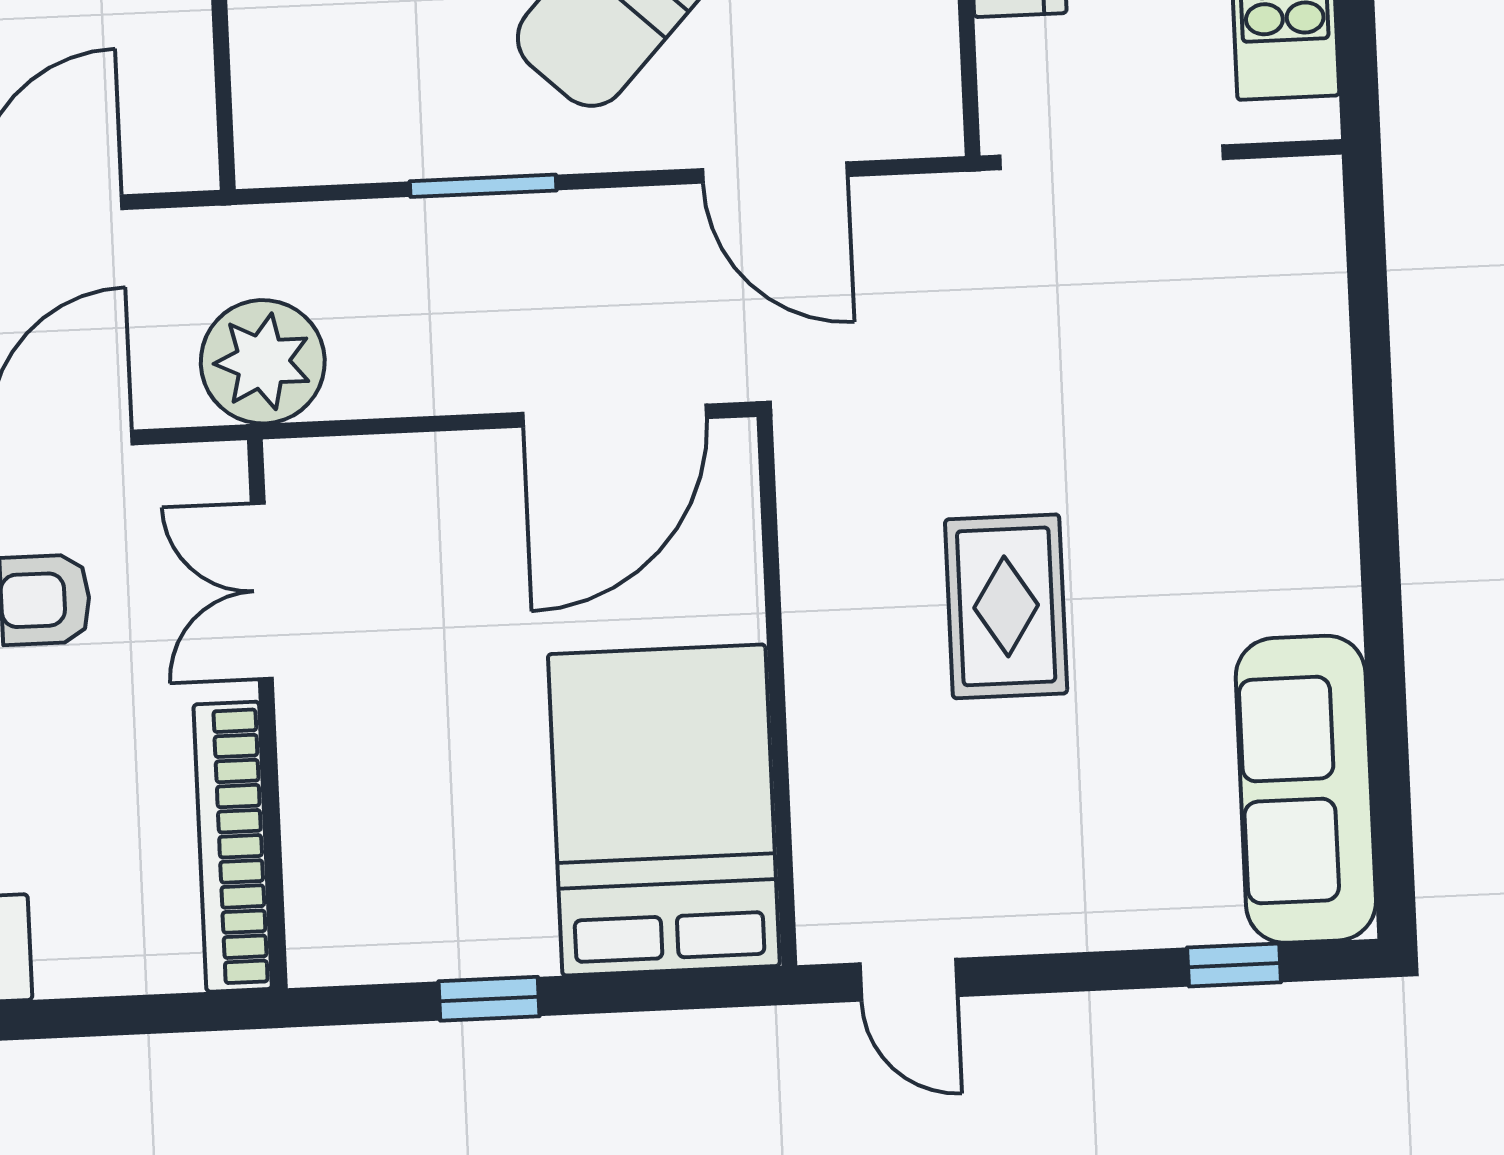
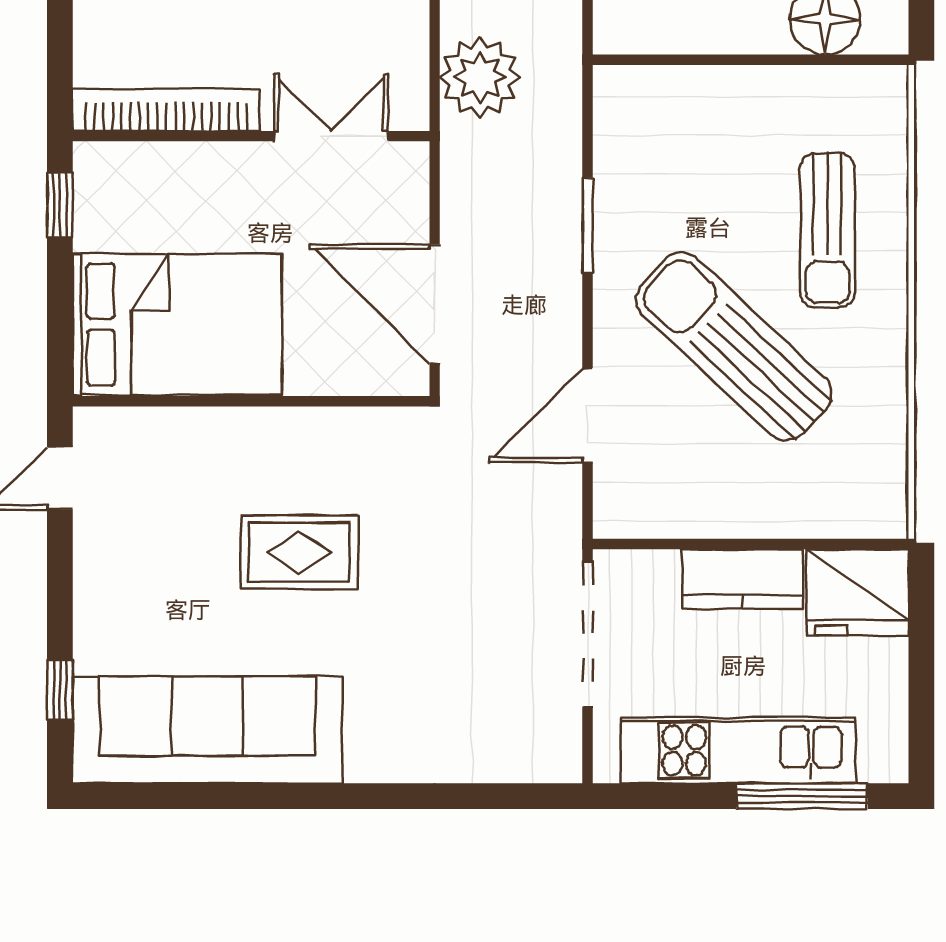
double door: (262, 591) -> (331, 136), moved
wall: (267, 714) -> (251, 136), moved
sofa: (1306, 789) -> (208, 730), width x1.36, depth x1.27
bookcase: (233, 847) -> (166, 110), moved

